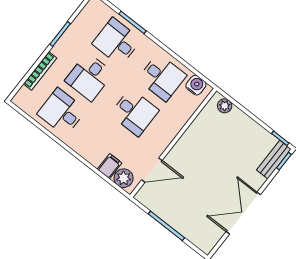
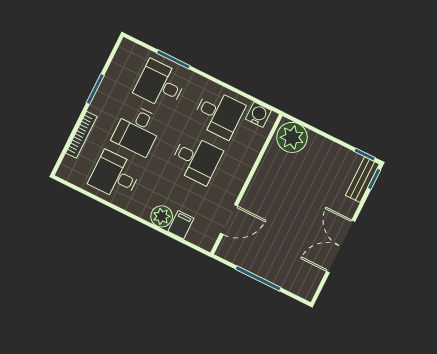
plant: (225, 106) -> (292, 137), width x1.87, depth x1.87
plant: (124, 178) -> (162, 216), moved

